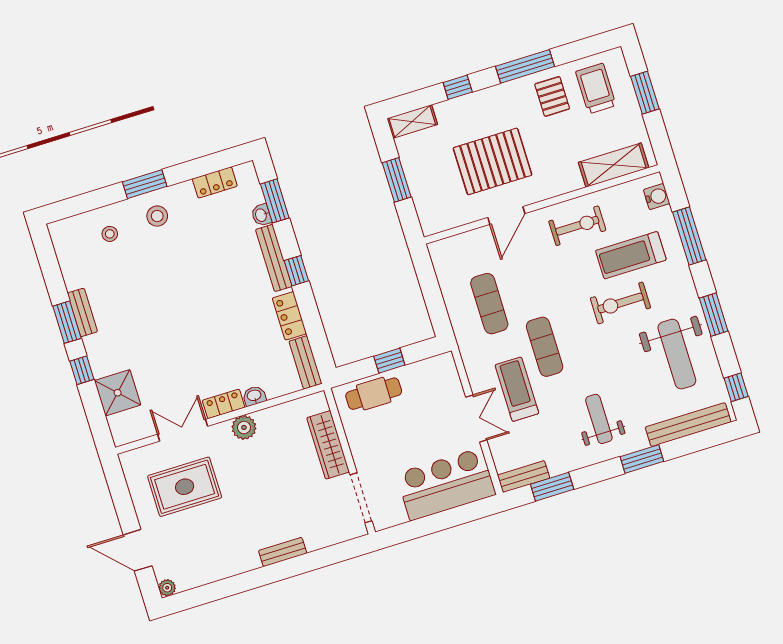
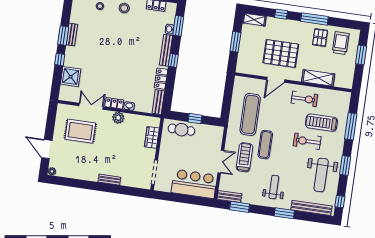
shelving: (614, 165) -> (318, 78), moved
water cooler: (657, 197) -> (345, 103), removed
exercise mat: (489, 304) -> (250, 114), width x1.36, depth x1.45
wardrobe: (328, 445) -> (152, 137), width x0.67

